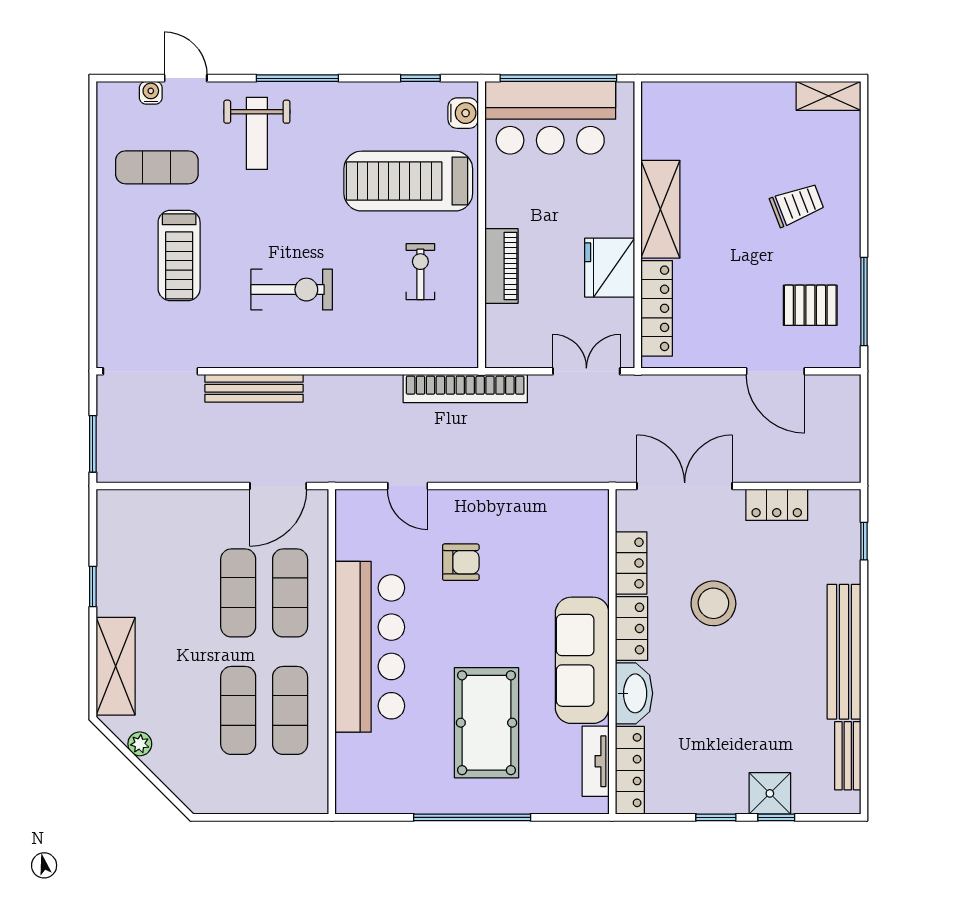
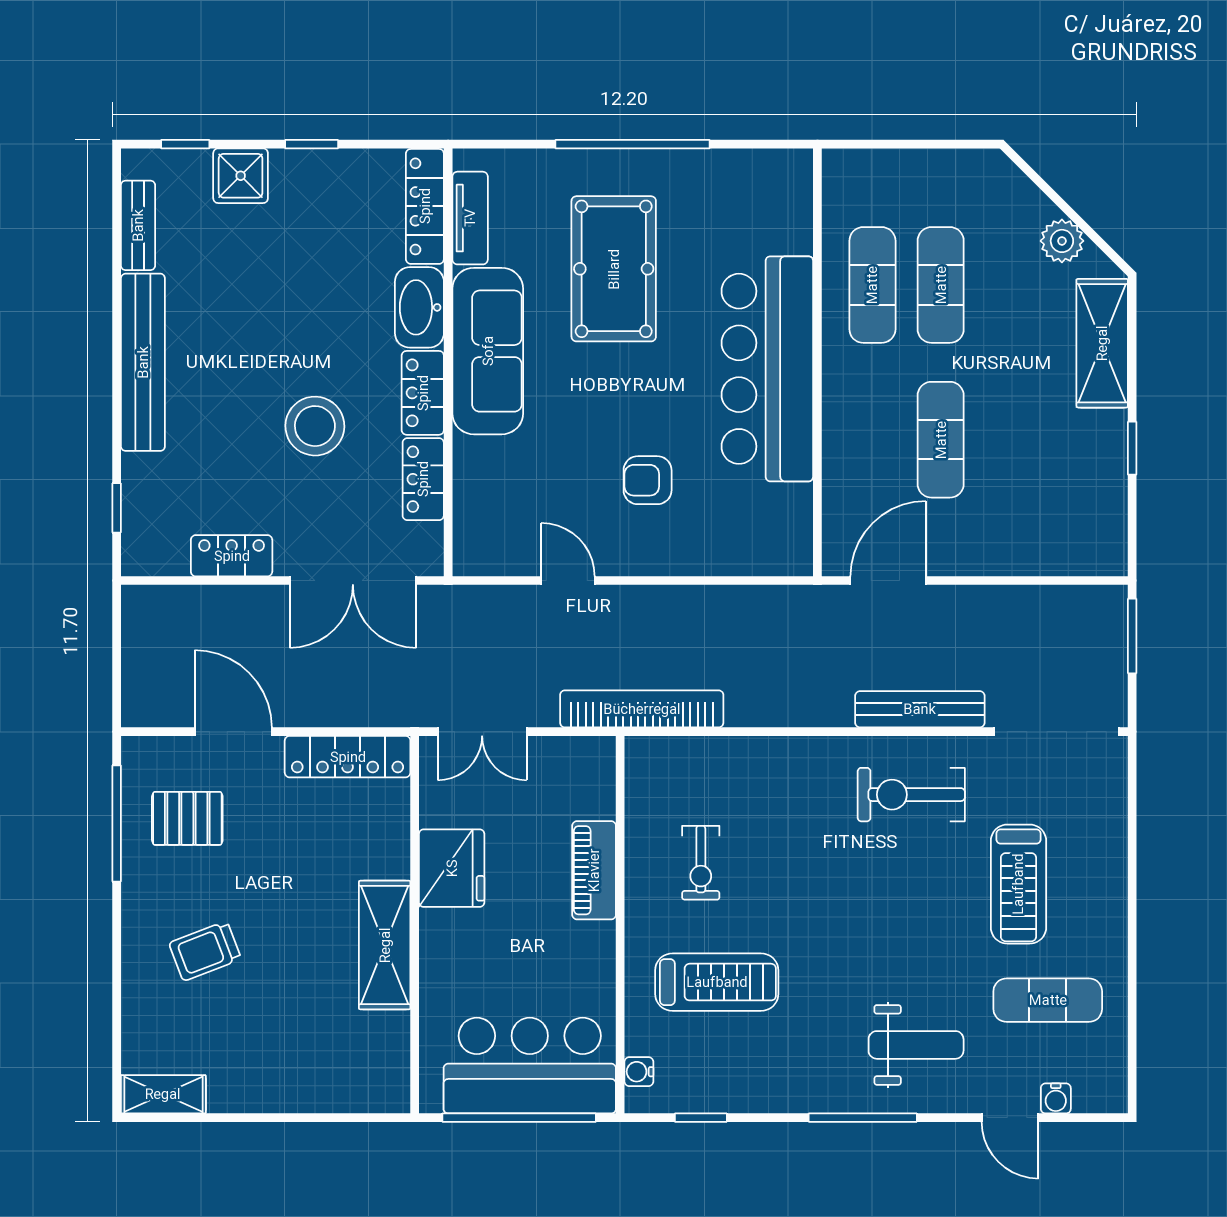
water cooler: (463, 113) -> (639, 1072), width x0.72, depth x0.72
weight bench: (257, 133) -> (916, 1045), turned 90
treadmill: (408, 181) -> (717, 982), width x0.73, depth x0.73
treadmill: (179, 255) -> (1018, 884), turned 180
exercise bike: (292, 290) -> (911, 795), moved
locker: (657, 308) -> (348, 757), moved, turned -90
door: (408, 486) -> (568, 581), moved
exercise mat: (290, 593) -> (872, 440), removed
plant: (140, 744) -> (1062, 241), width x1.38, depth x1.38
window: (776, 817) -> (185, 144), moved

